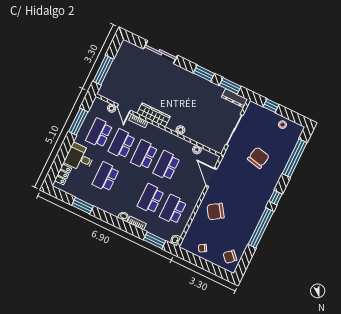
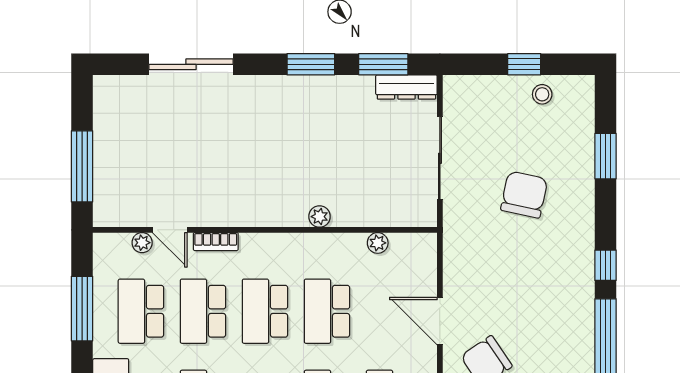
window: (271, 106) -> (524, 64), moved
wardrobe: (154, 115) -> (243, 212), removed
window: (295, 158) -> (606, 156), width x0.47
door: (211, 177) -> (440, 321), moved

